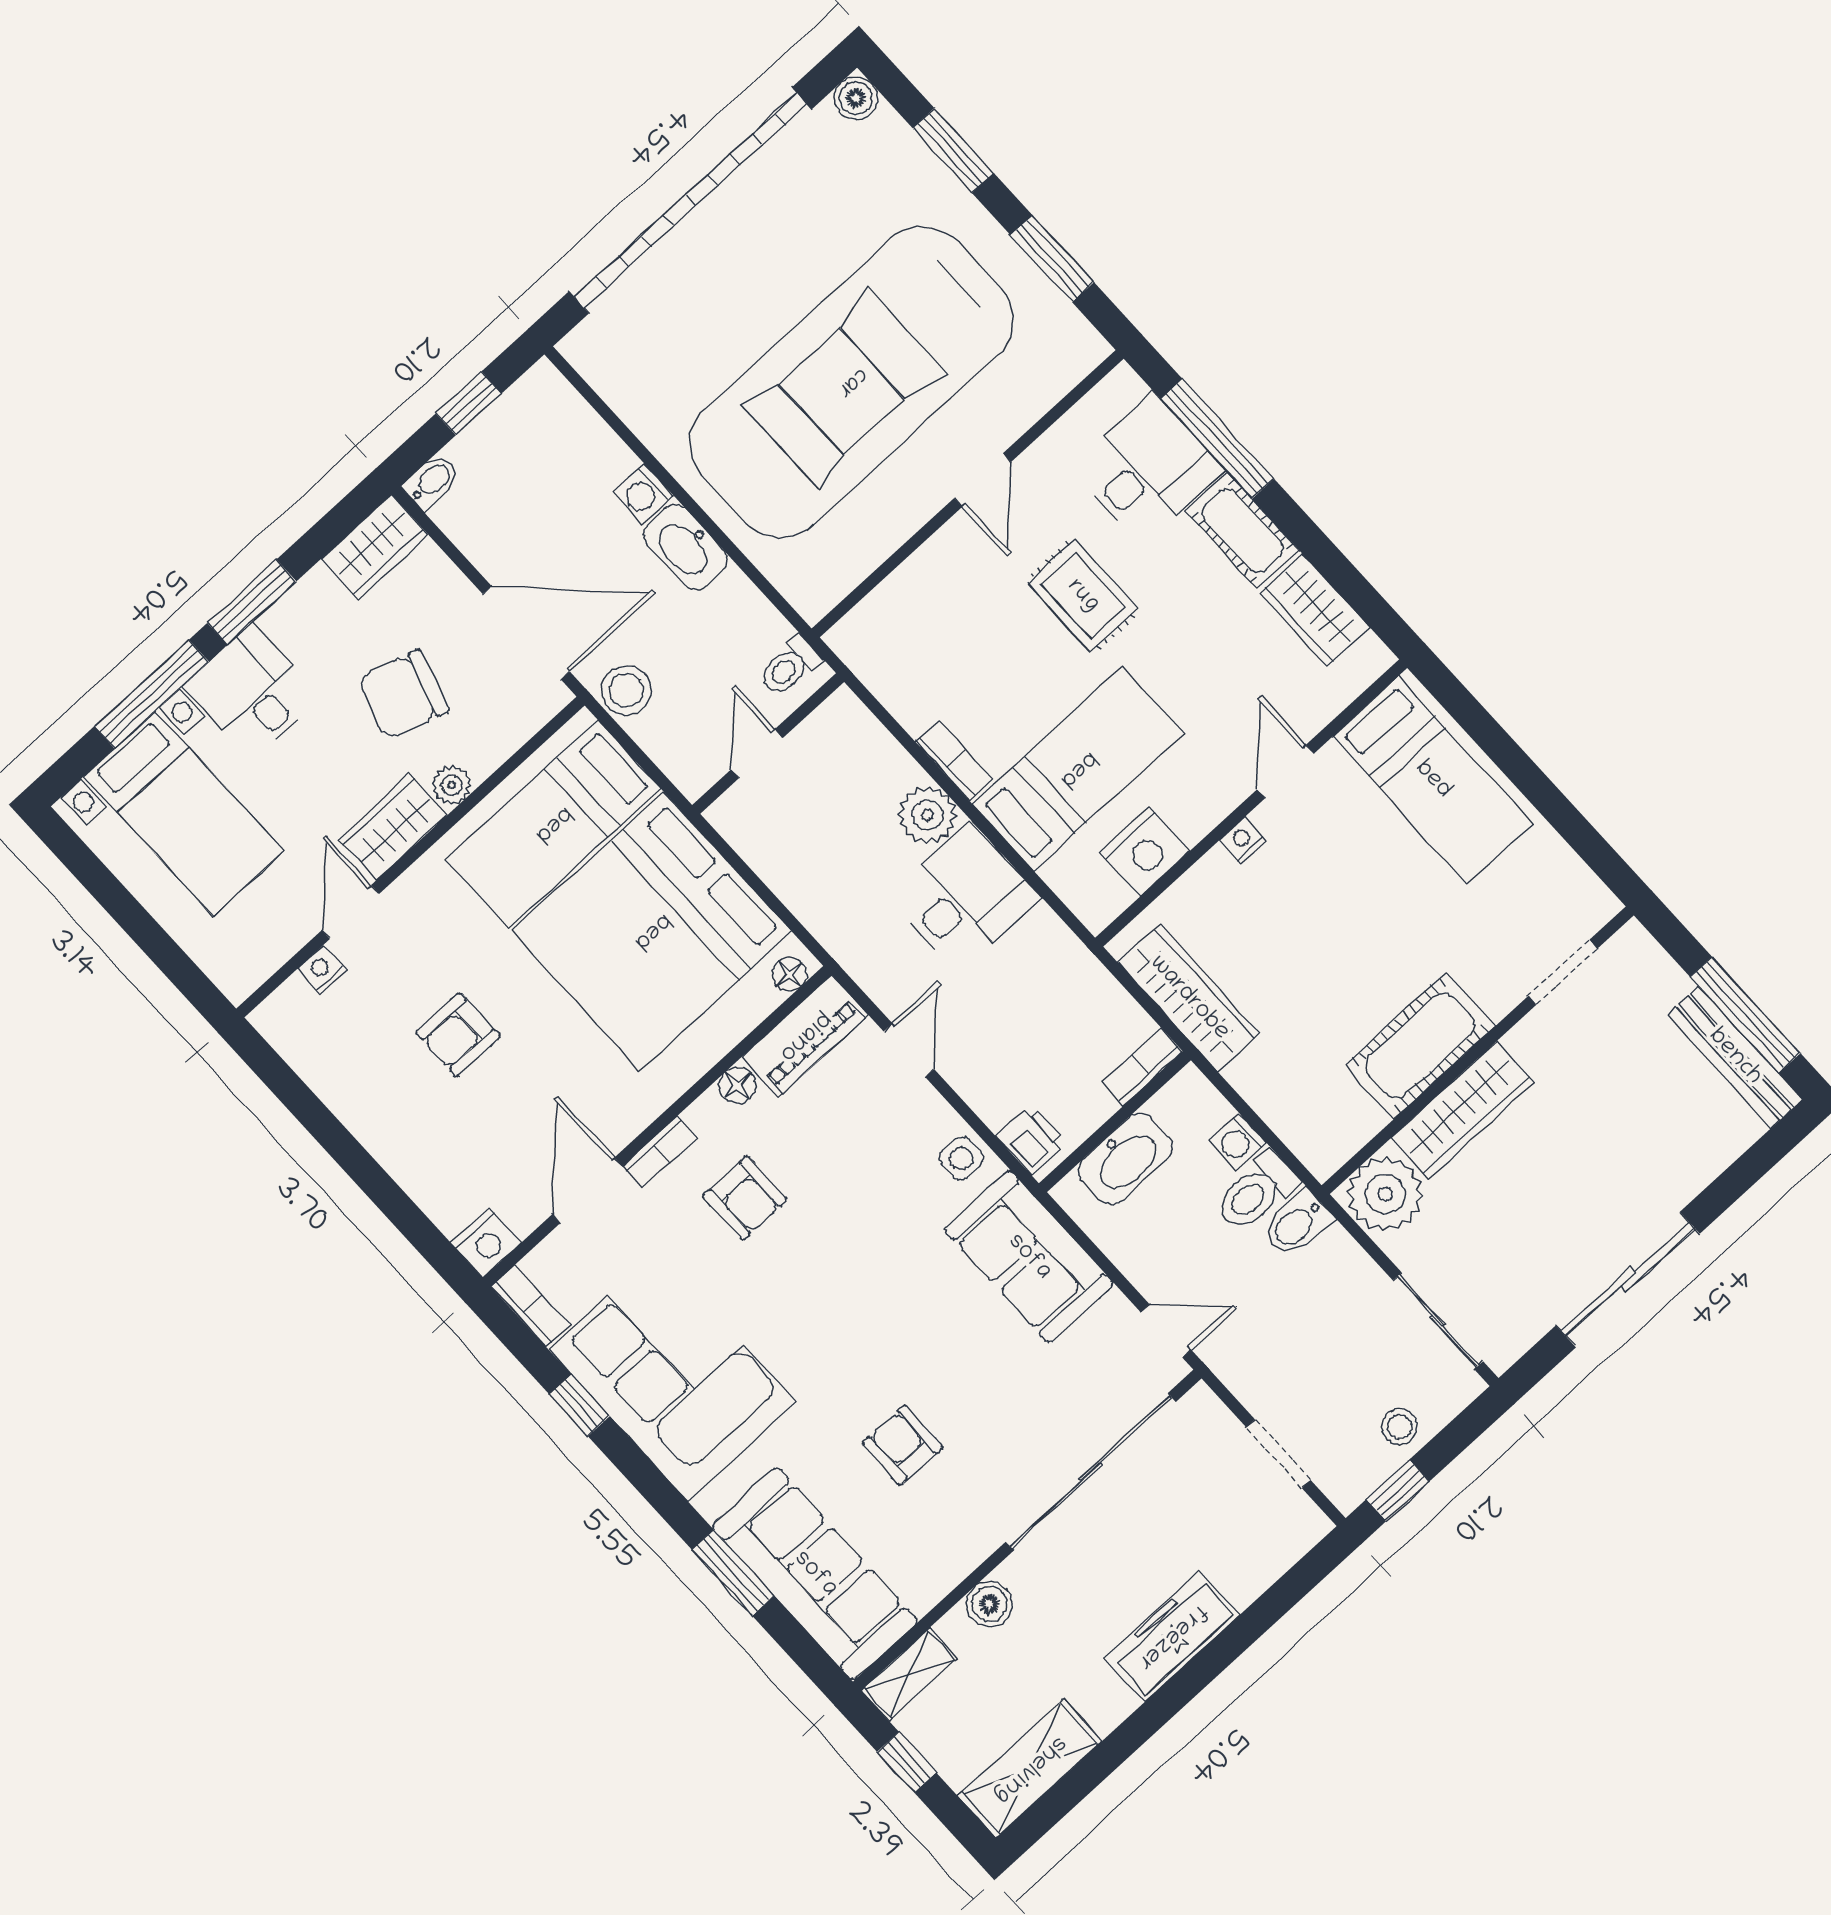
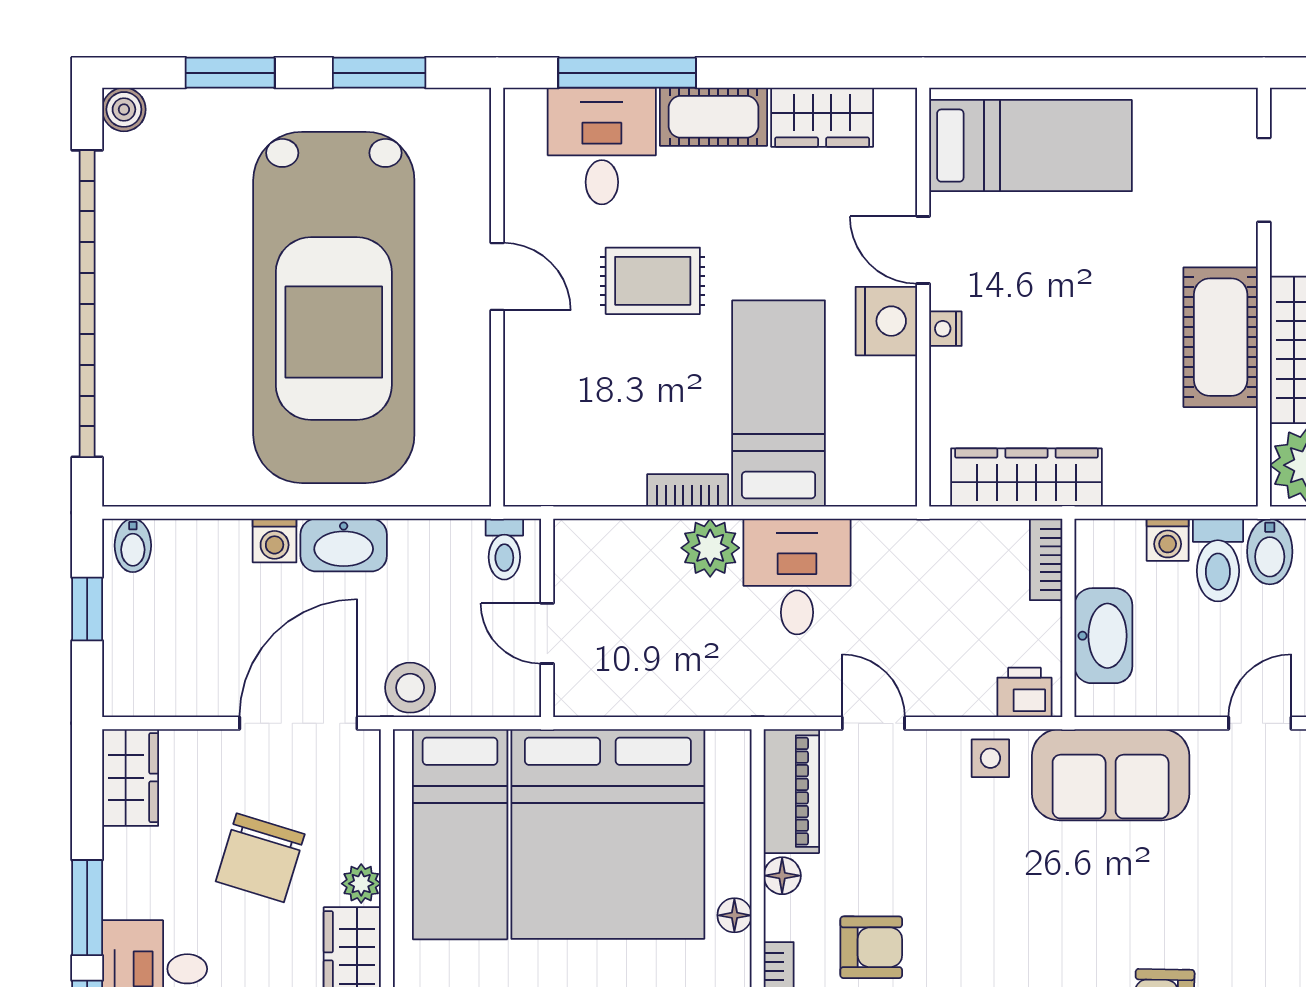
bidet: (432, 482) -> (133, 545), moved, turned 180
nightstand: (1144, 852) -> (886, 321), moved
floor lamp: (789, 974) -> (734, 915), moved

